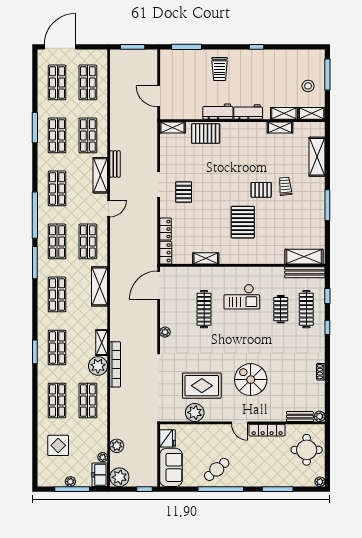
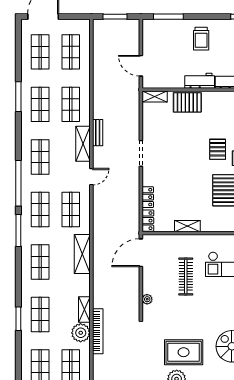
pallet: (184, 192) -> (218, 149), moved

